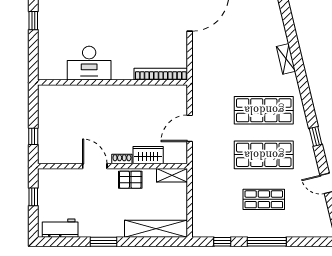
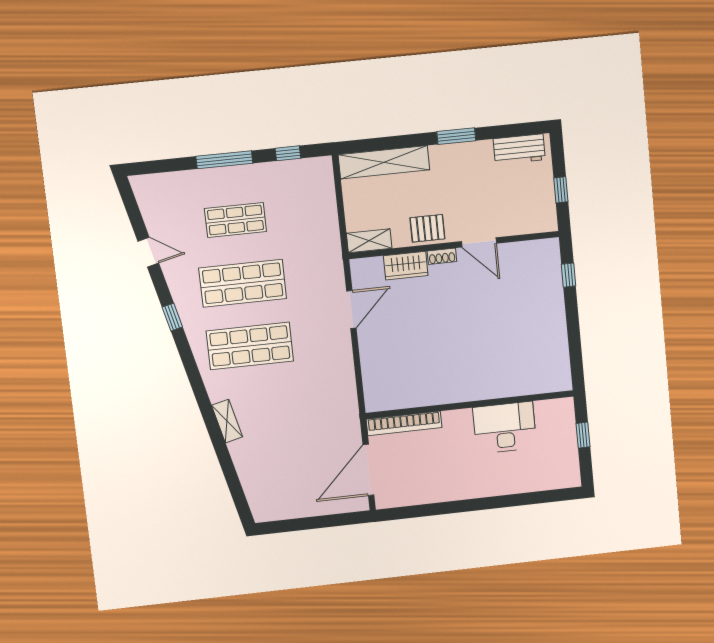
desk: (89, 63) -> (505, 428), moved
bookcase: (161, 74) -> (404, 423), moved
wall: (113, 82) -> (470, 405), moved

